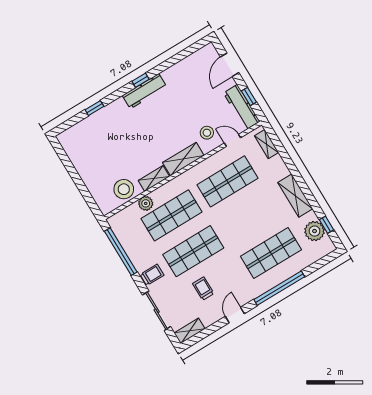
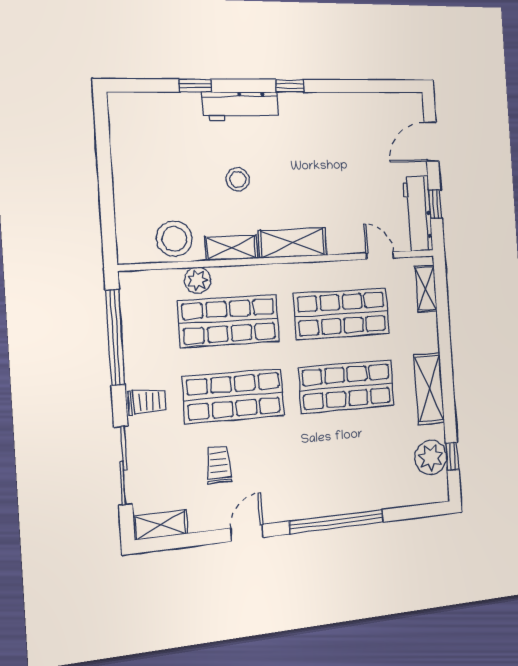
workbench: (145, 91) -> (240, 106), moved
stool: (207, 133) -> (238, 179), moved
shop shelf: (271, 253) -> (346, 387), moved

